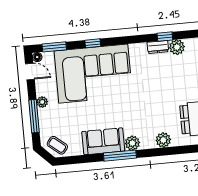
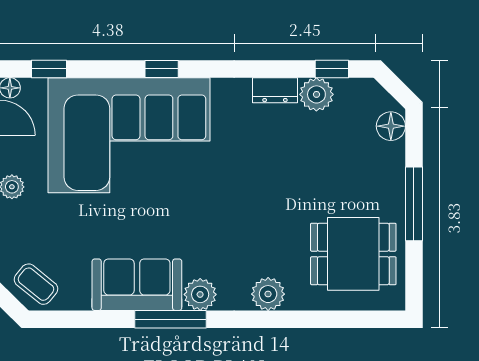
window: (165, 37) -> (332, 69), moved
window: (93, 43) -> (162, 69), moved
window: (54, 47) -> (49, 69), width x0.67

